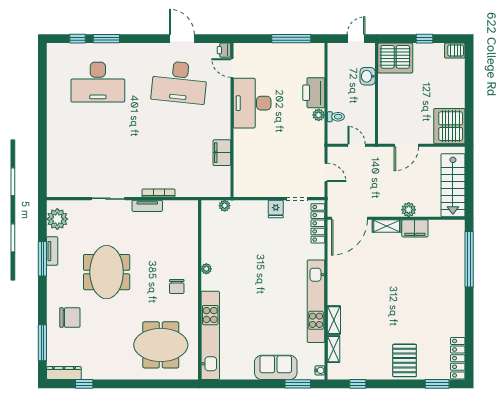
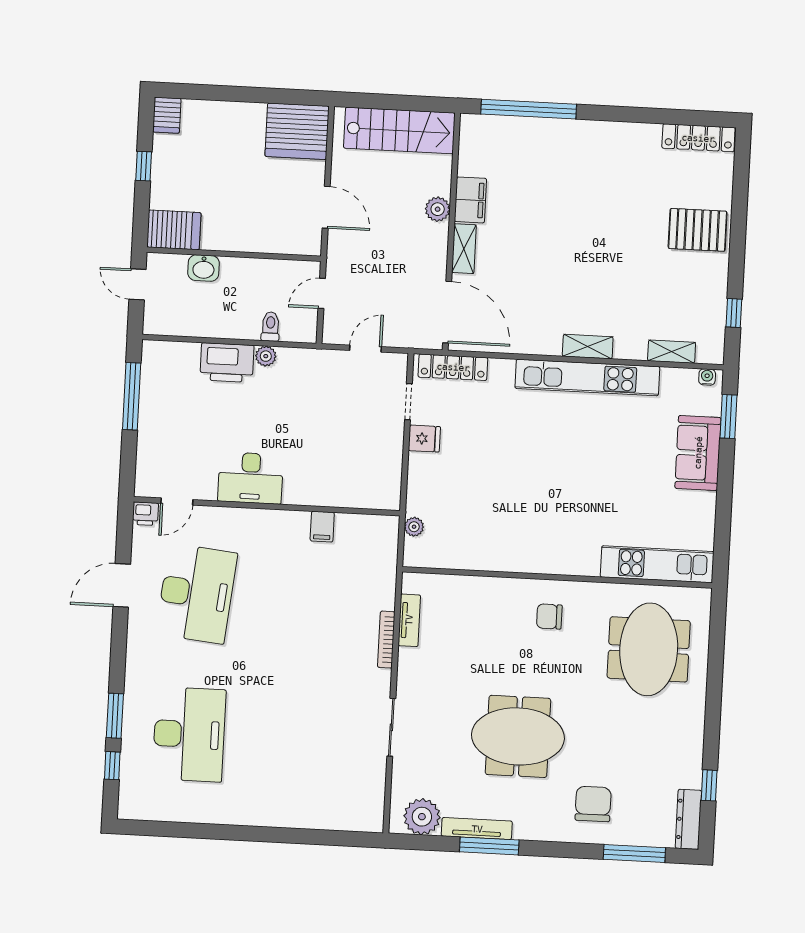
server rack: (395, 58) -> (174, 230), width x0.62
desk: (252, 103) -> (251, 478), width x0.73, depth x0.77
filing cabinet: (222, 153) -> (322, 527), width x0.50
tv unit: (147, 206) -> (409, 620), moved
tv unit: (52, 251) -> (477, 829), width x1.41
plant: (206, 269) -> (521, 564), removed
chair: (177, 287) -> (549, 616), turned 180
shelving: (334, 320) -> (588, 347), moved
kitchen unit: (210, 335) -> (657, 564), width x0.73
window: (437, 384) -> (741, 176), removed

